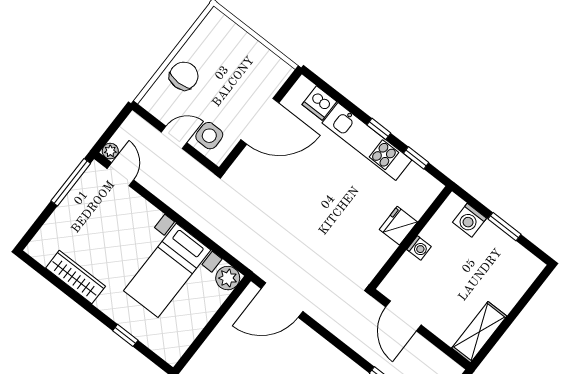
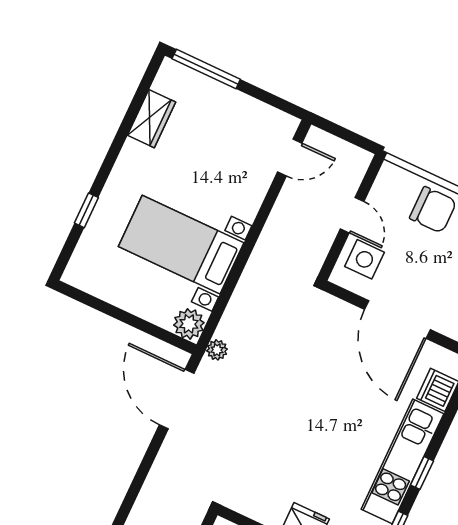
plant: (110, 151) -> (217, 350), moved
window: (71, 182) -> (206, 69), moved
wardrobe: (76, 277) -> (151, 119), width x0.67

